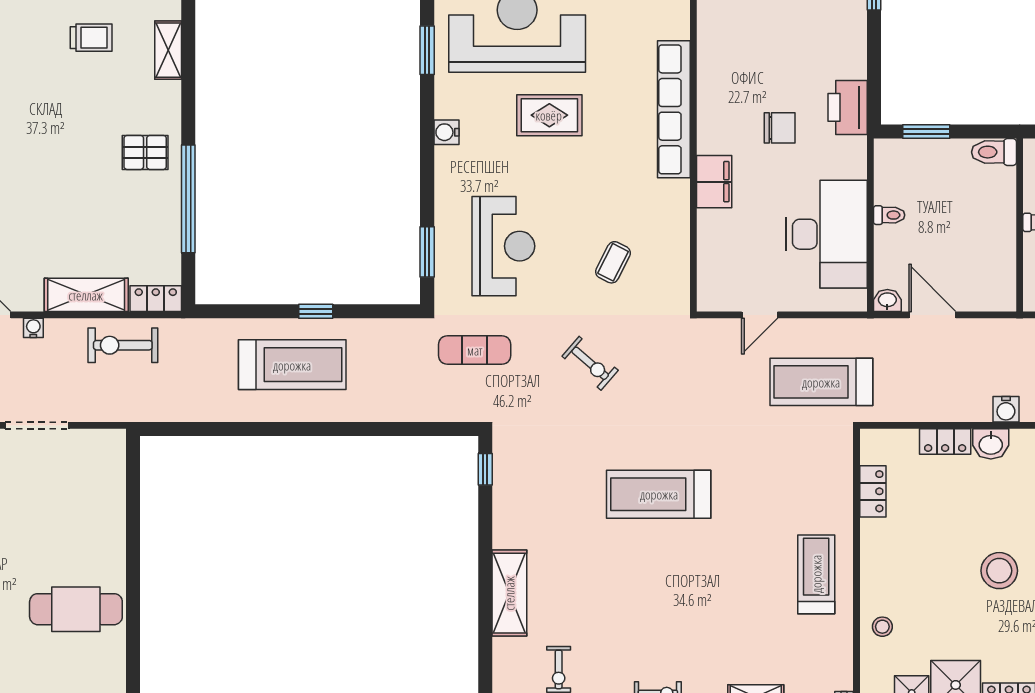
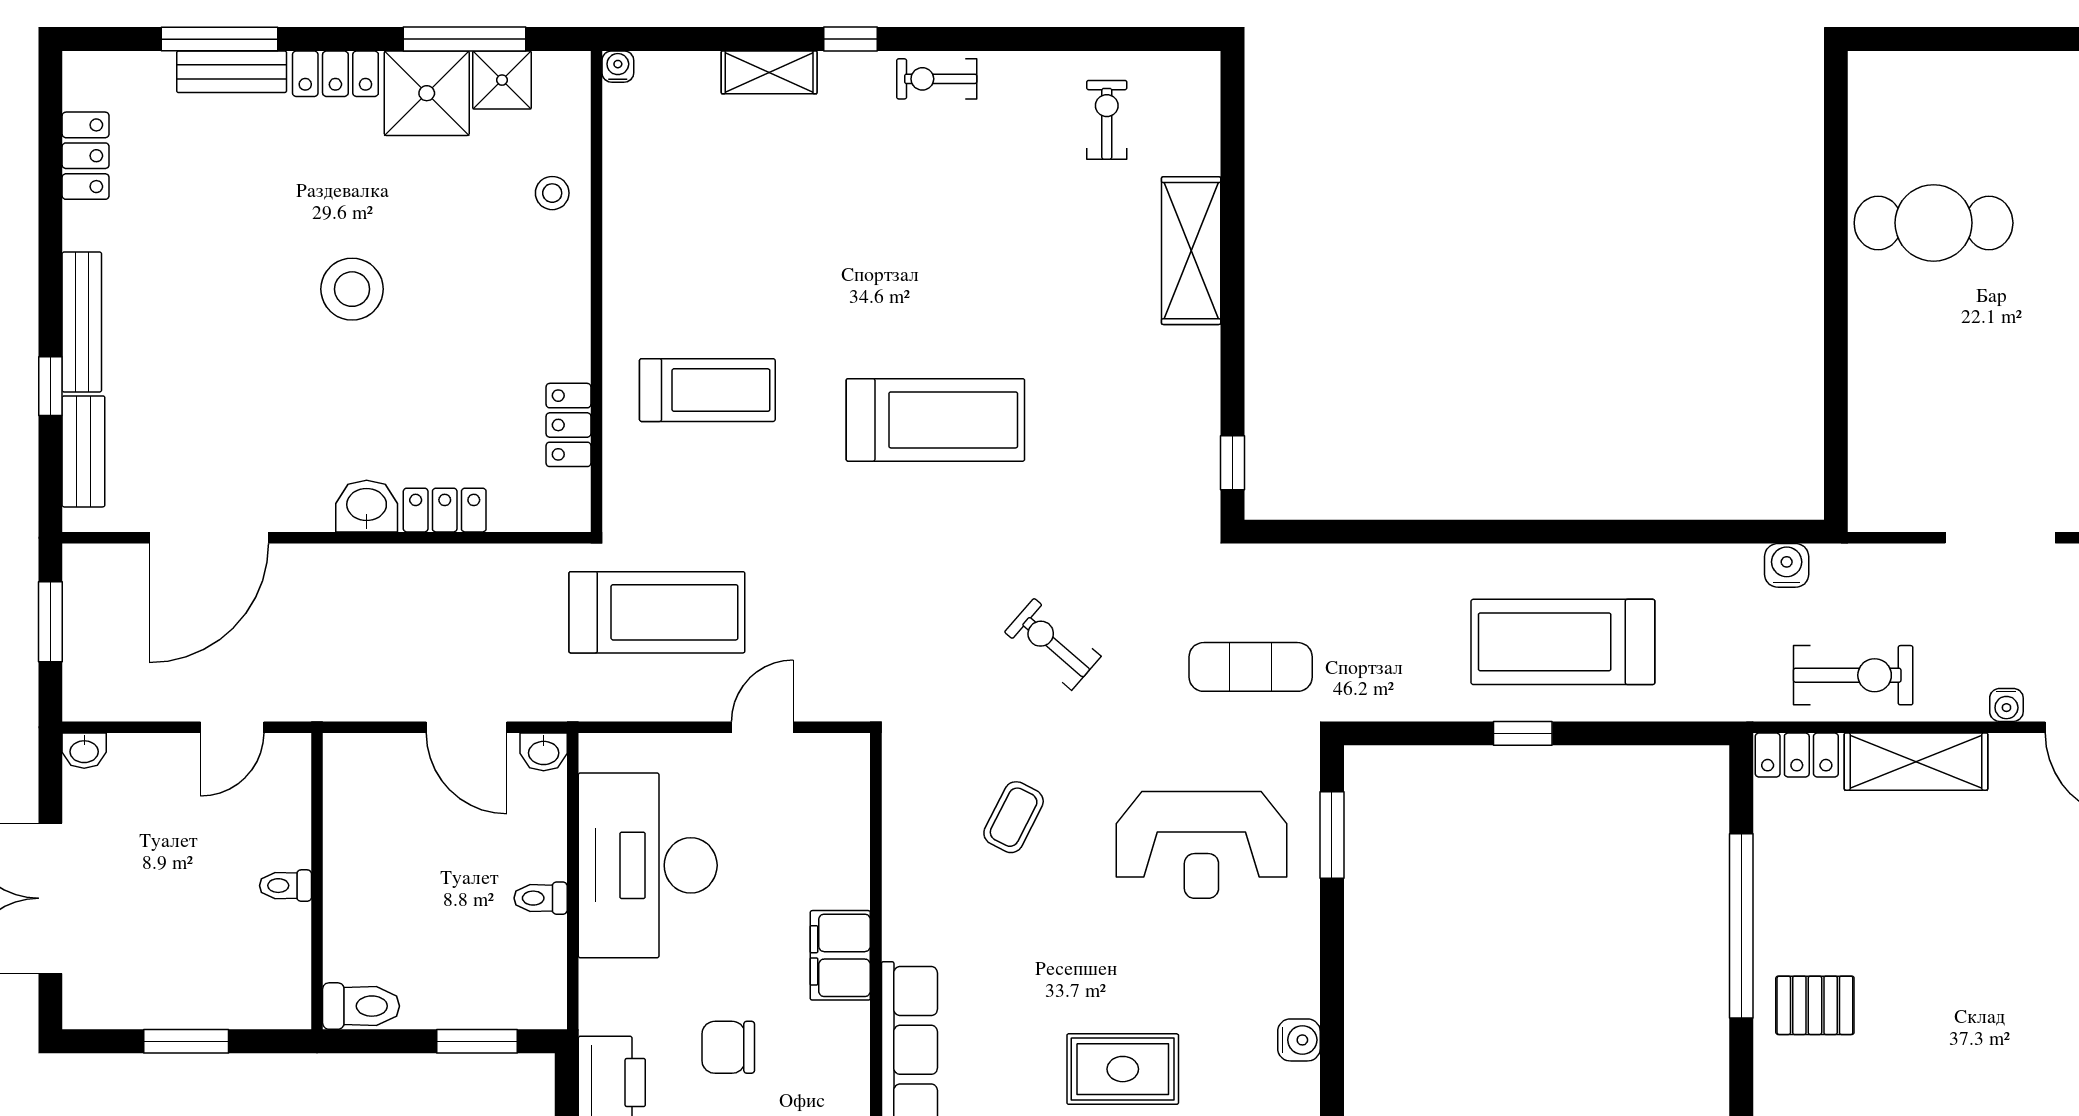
reception desk: (503, 246) -> (1201, 845), turned -90
water cooler: (1006, 409) -> (1787, 565), moved
treadmill: (816, 574) -> (707, 390), moved, turned -90

